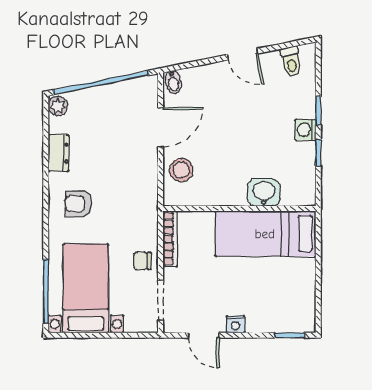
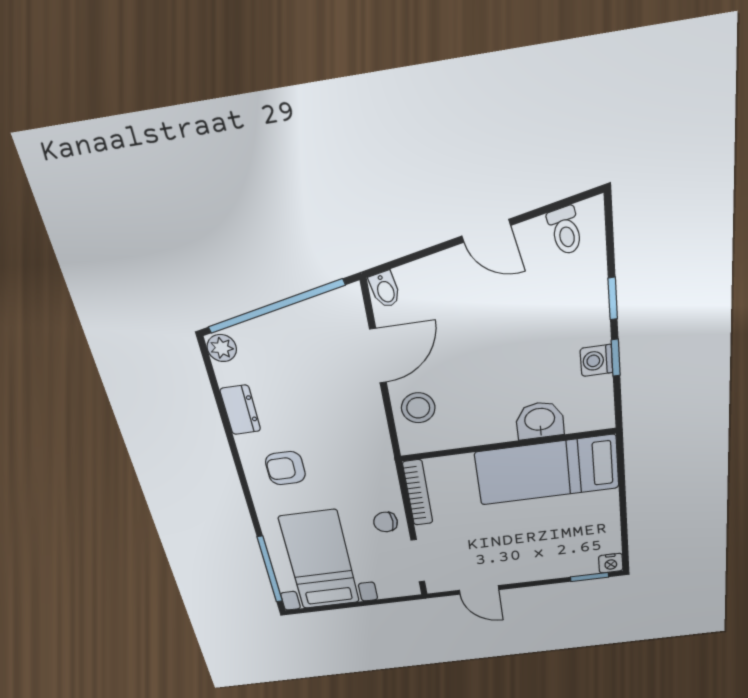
washing machine: (305, 130) -> (596, 360), moved
nightstand: (235, 324) -> (611, 563), moved

